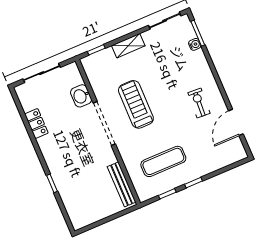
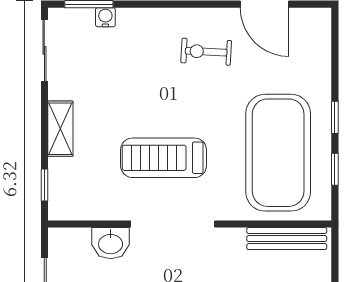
exercise mat: (163, 161) -> (278, 153), width x2.00, depth x1.45

